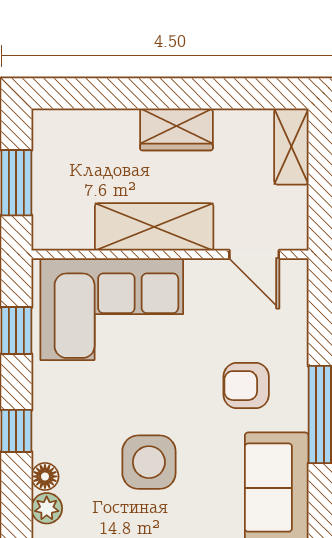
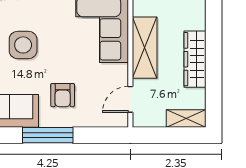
wardrobe: (176, 129) -> (195, 59), width x1.50
armchair: (246, 386) -> (63, 95), turned 180

